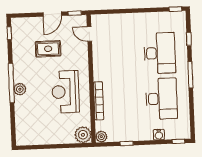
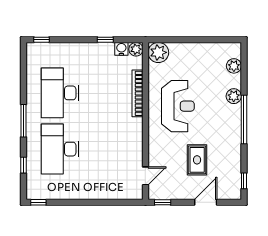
door: (52, 14) -> (206, 202), moved
door: (89, 34) -> (145, 176), hinge flipped
rug: (48, 49) -> (197, 160), turned 90
plant: (20, 89) -> (234, 96), moved
plant: (21, 126) -> (234, 66), added
water cooler: (159, 135) -> (121, 49), moved

